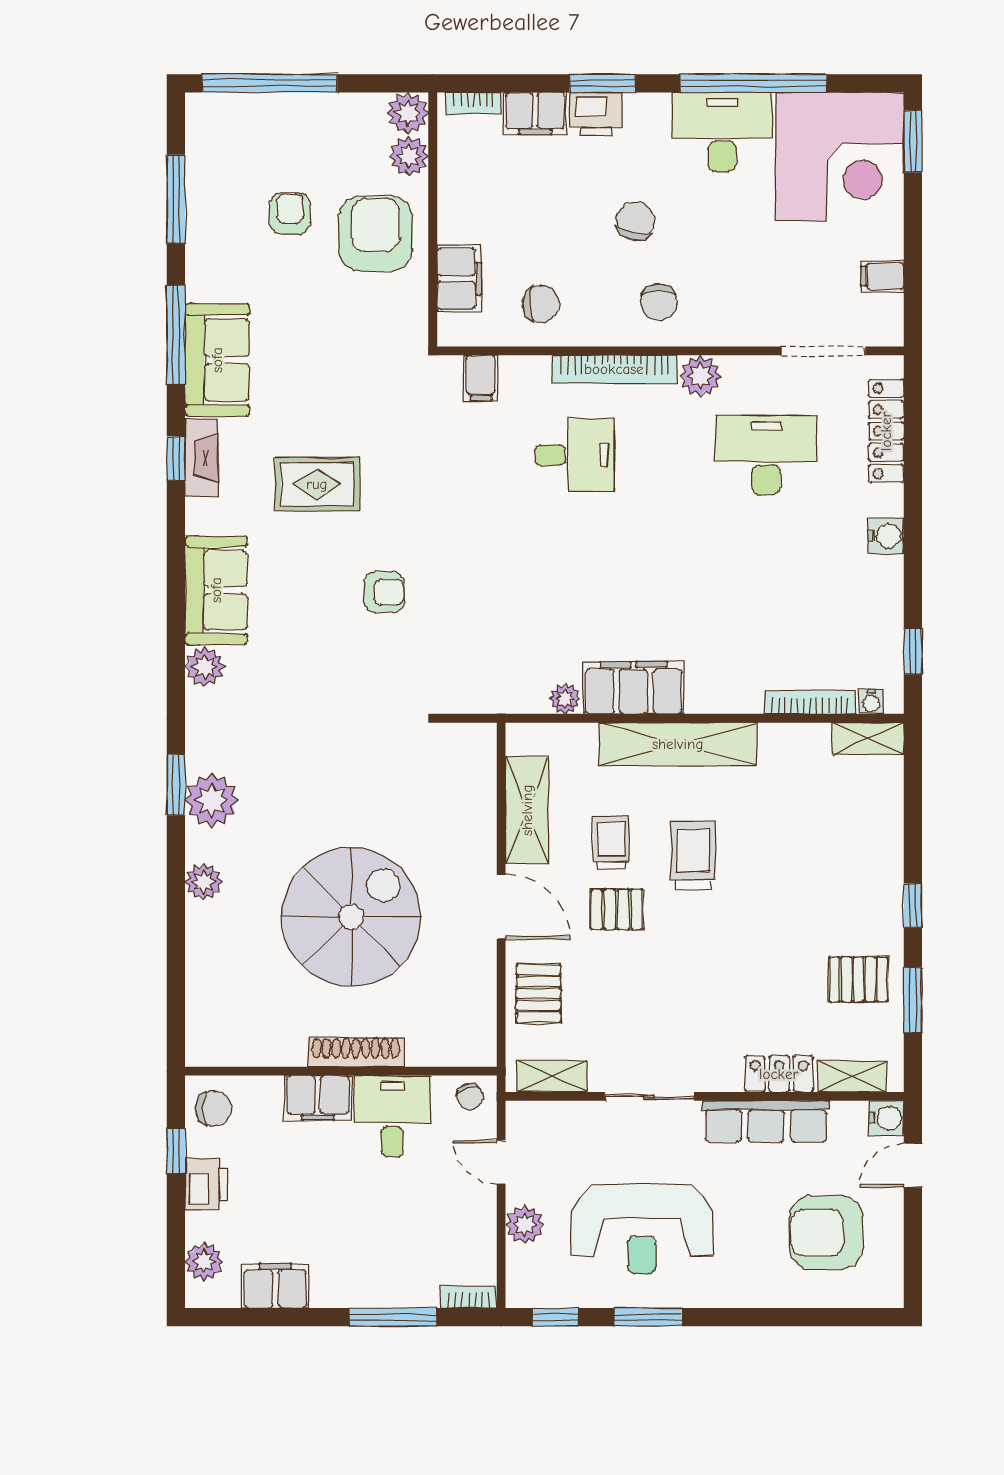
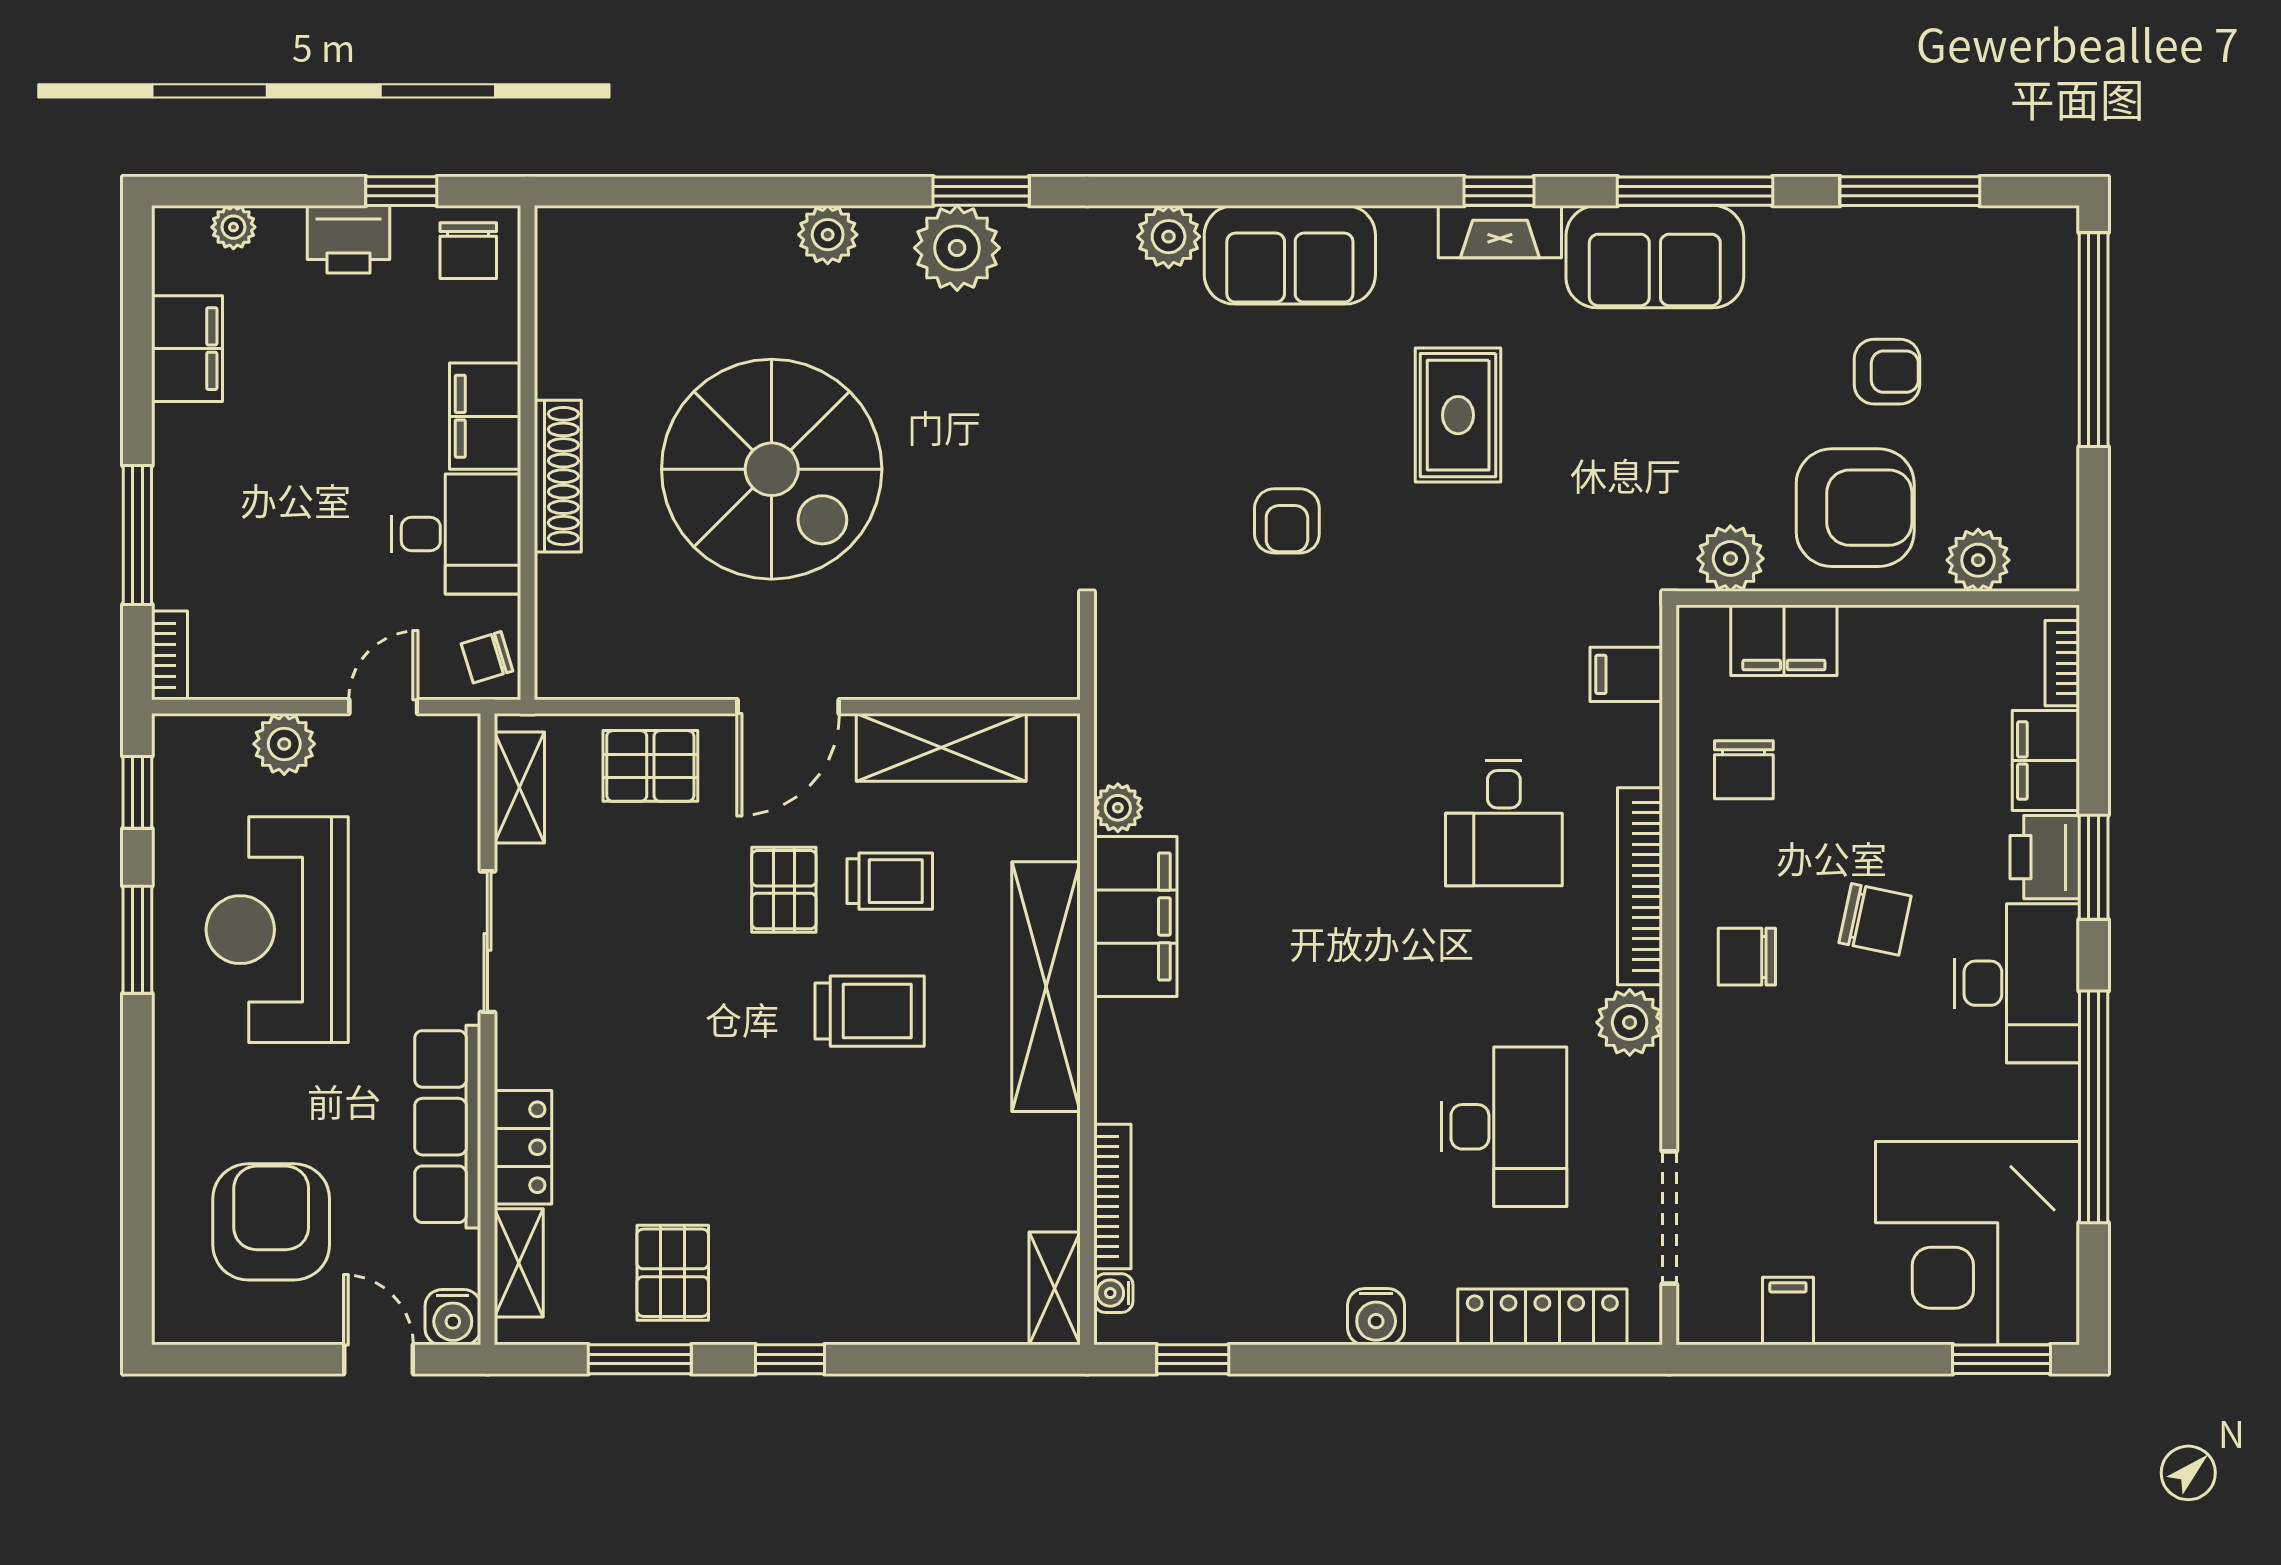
plant: (408, 113) -> (1730, 559), moved
desk: (722, 132) -> (2017, 983), moved
plant: (204, 1262) -> (233, 227), width x0.73, depth x0.73

